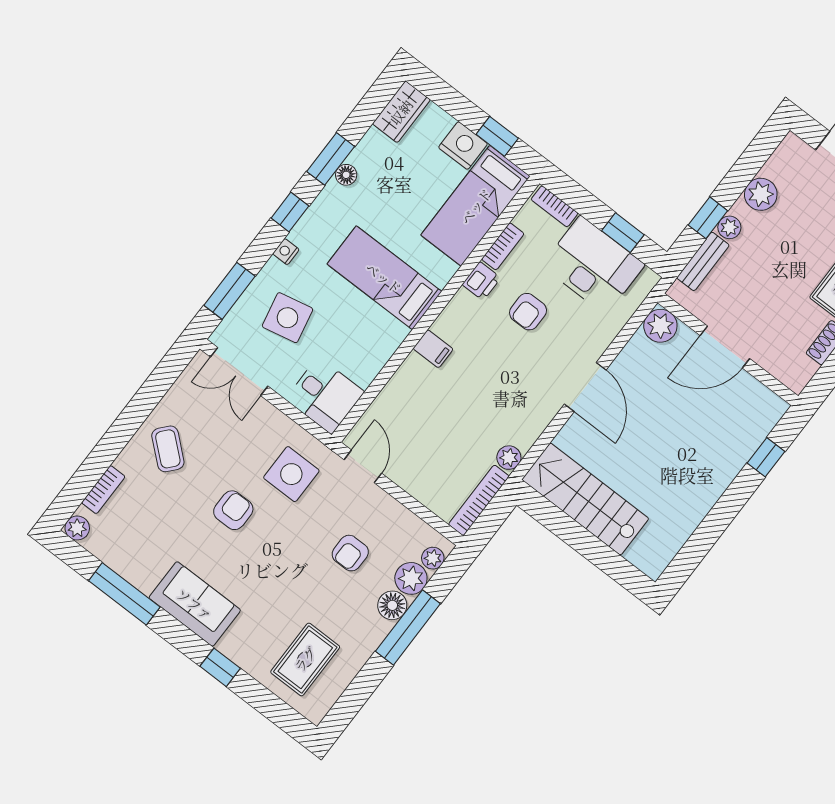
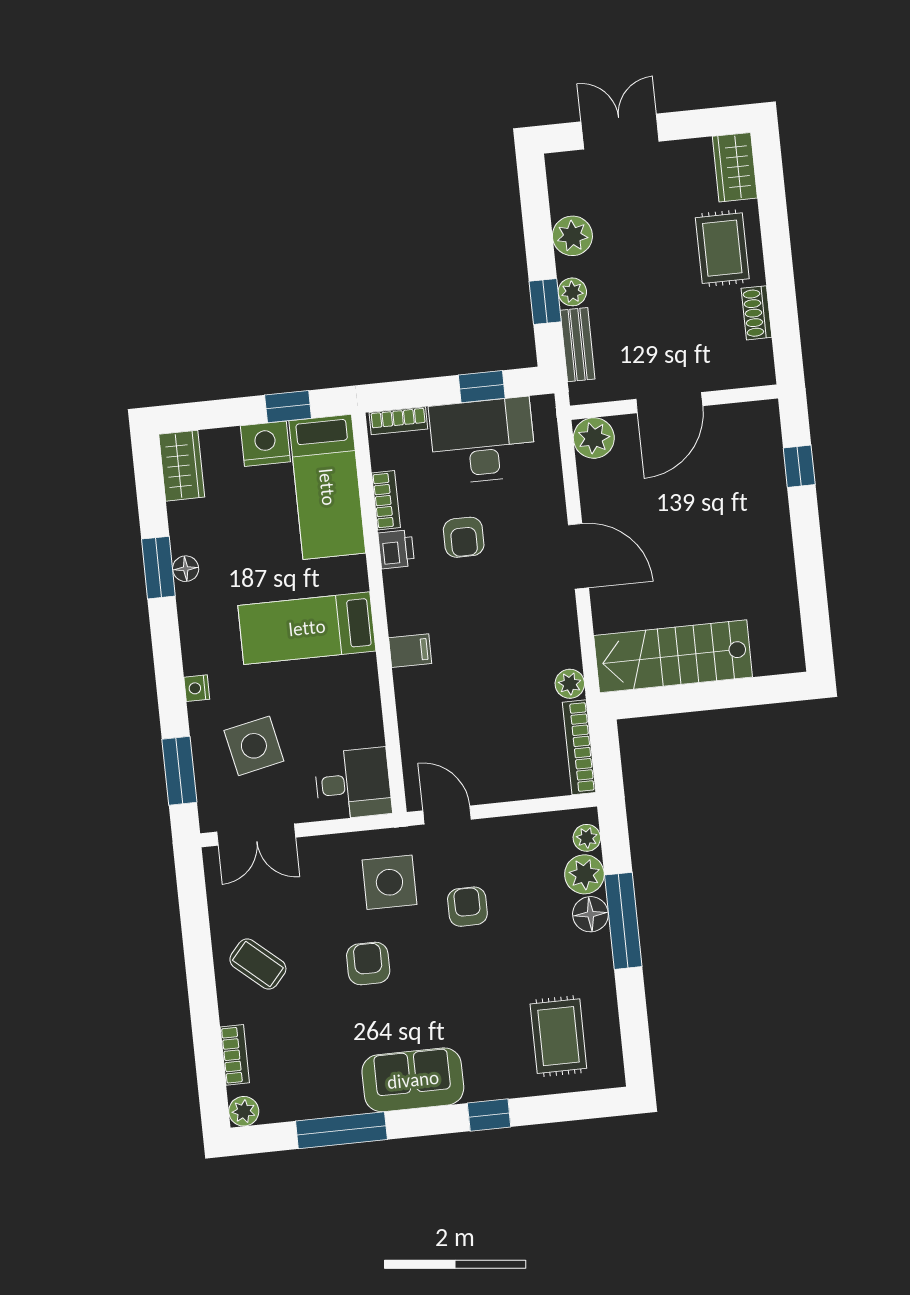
window: (290, 212) -> (167, 649), removed
armchair: (350, 553) -> (467, 907), moved, turned 180

